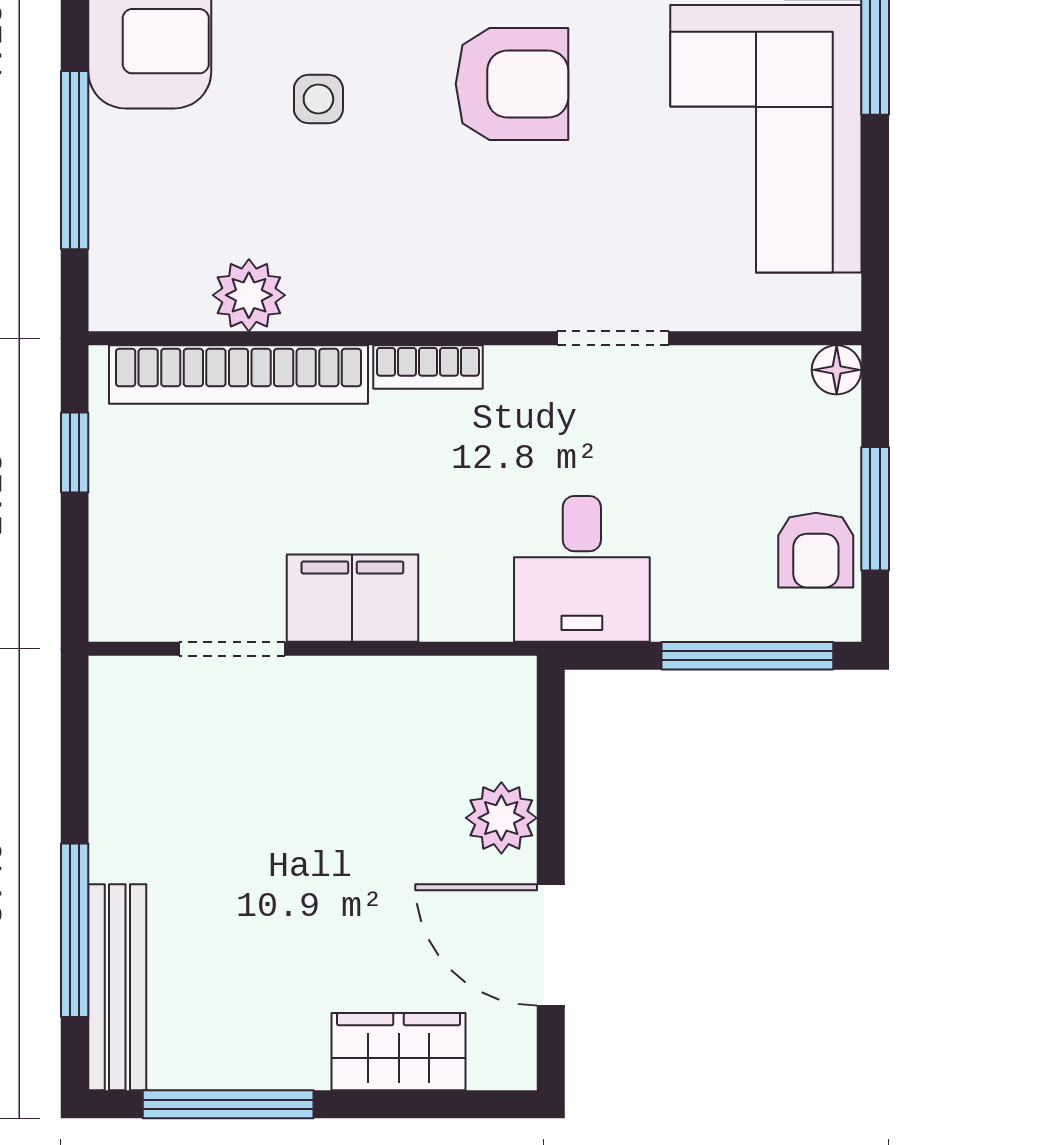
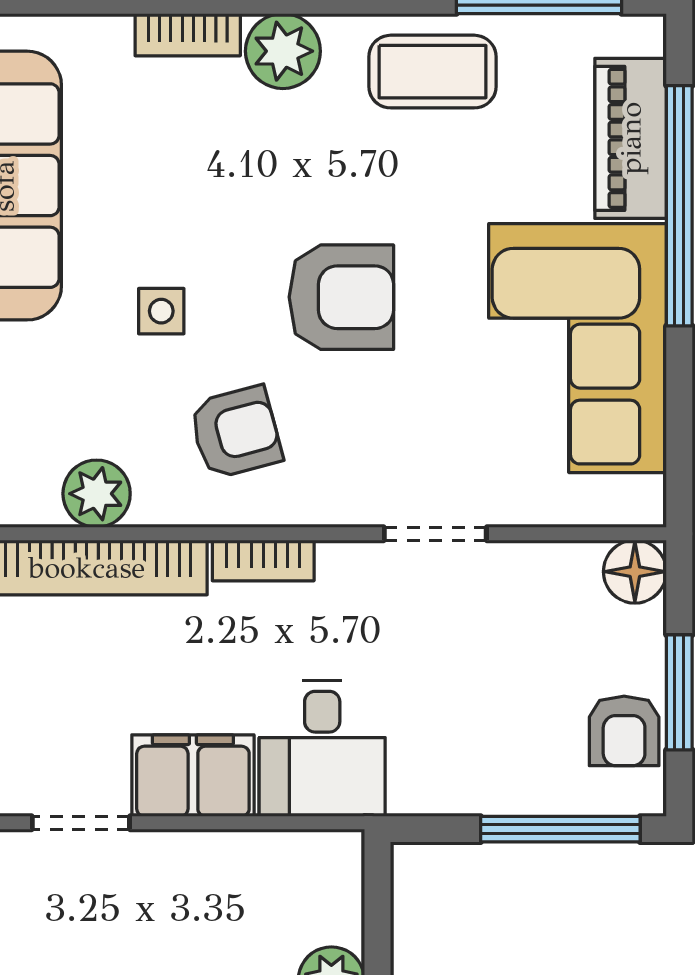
armchair: (398, 229) -> (236, 432), added
floor lamp: (837, 370) -> (635, 572), width x1.37, depth x1.37
desk: (582, 569) -> (322, 748), moved

